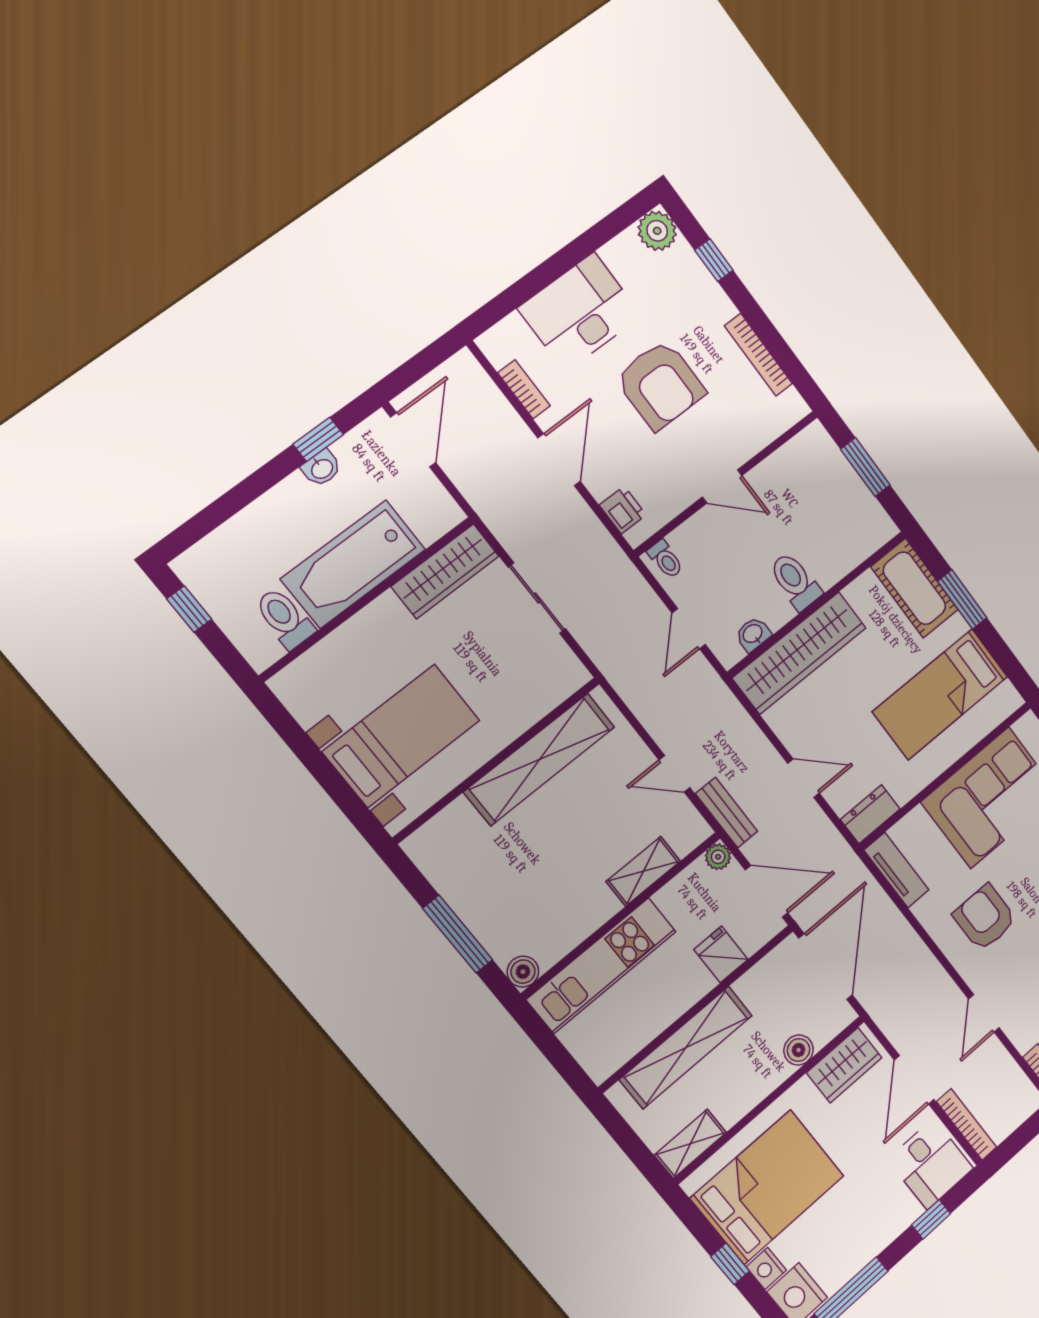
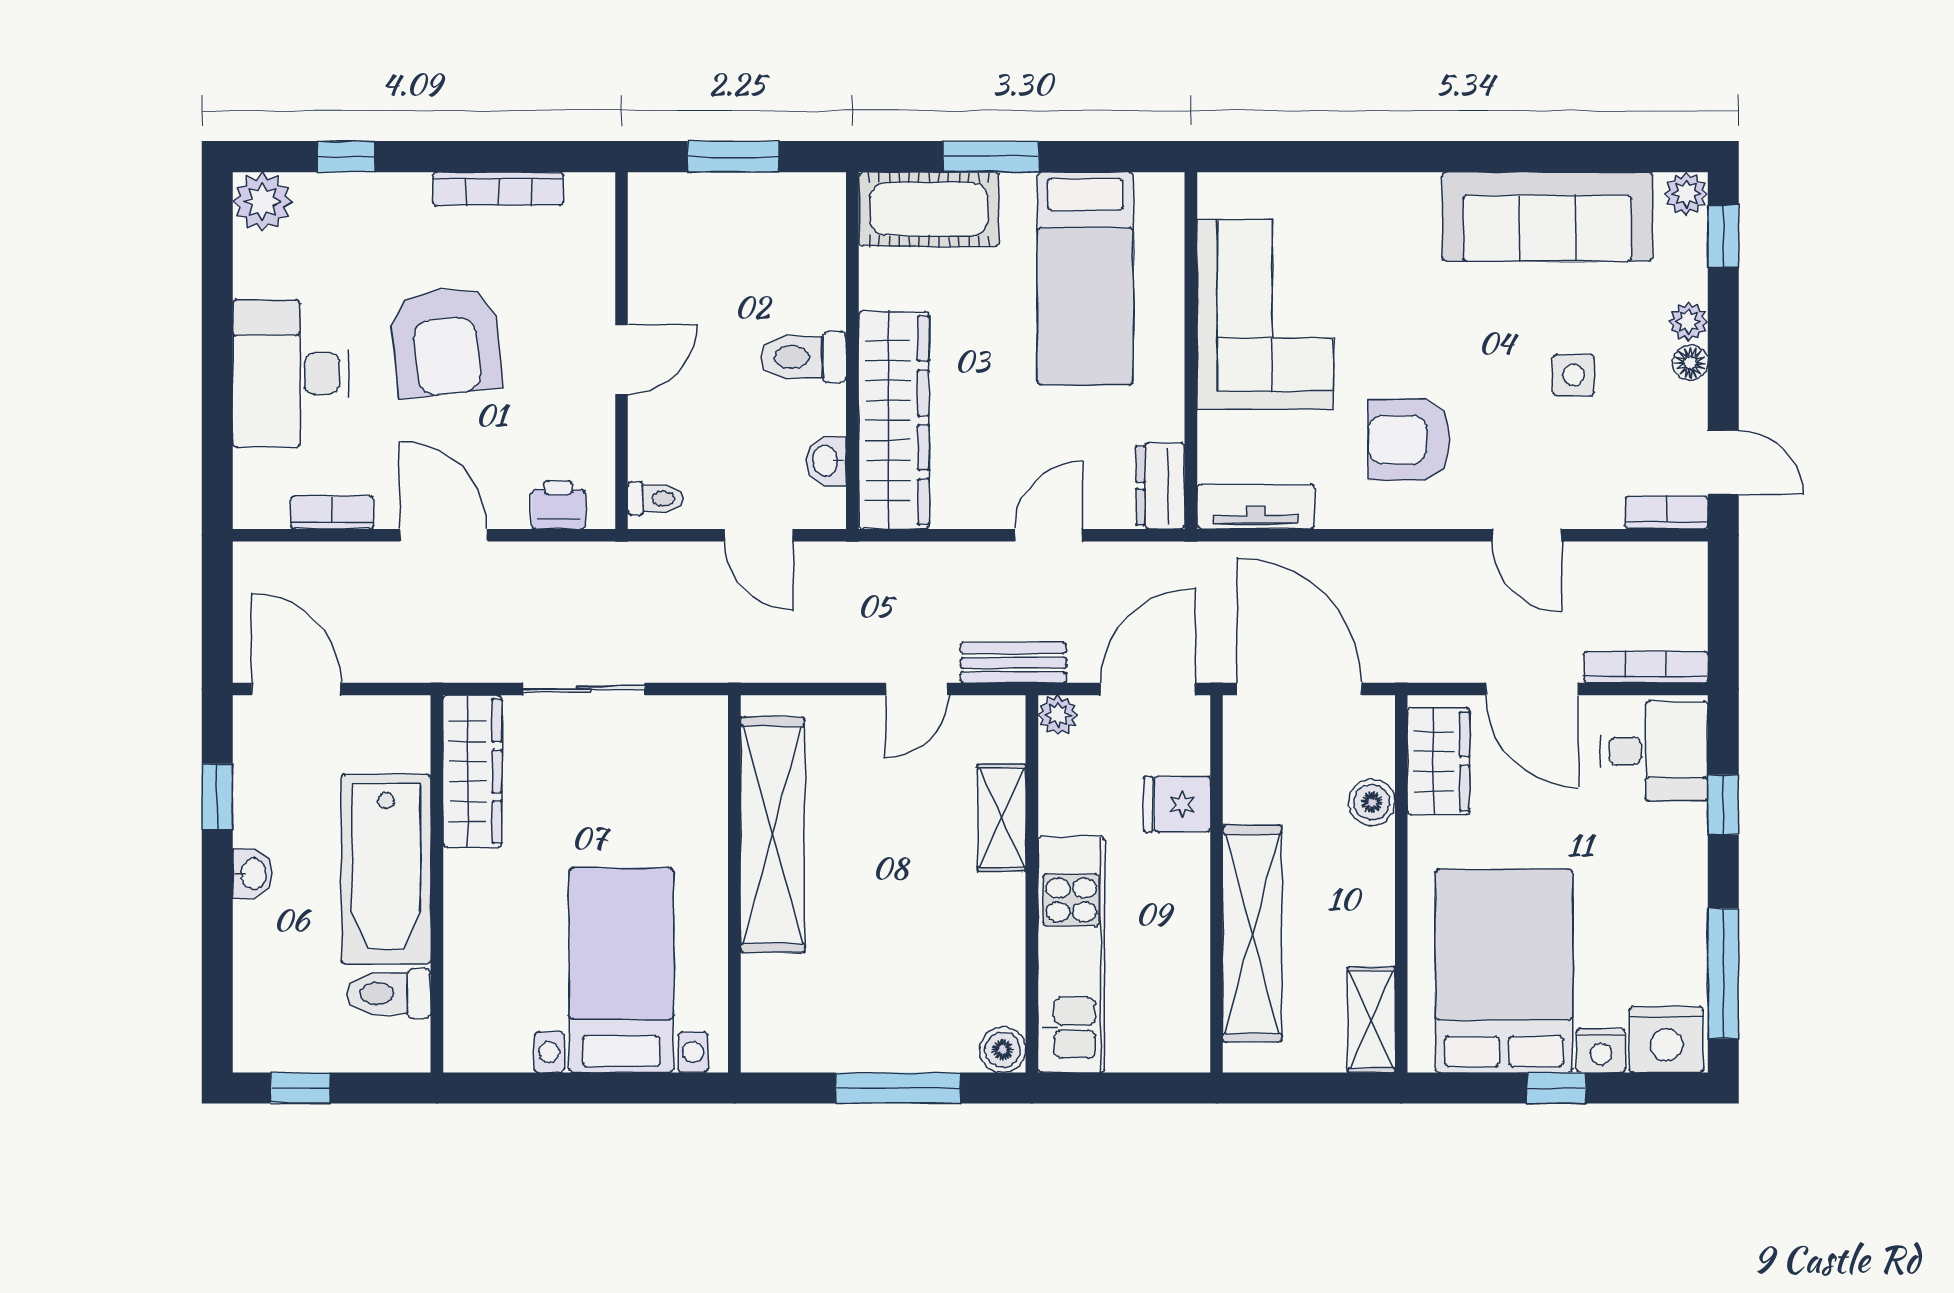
armchair: (660, 385) -> (446, 342), turned 84
washbasin: (322, 468) -> (252, 874), moved

